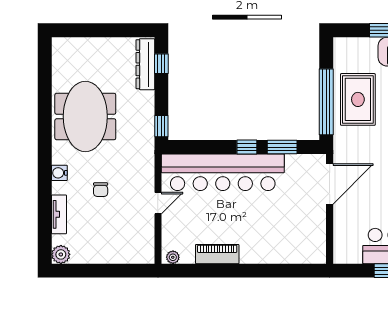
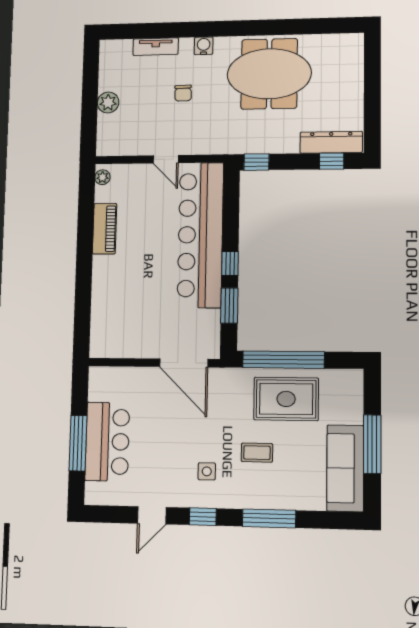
chair: (101, 190) -> (183, 93), turned -92
plant: (61, 254) -> (108, 102), moved

